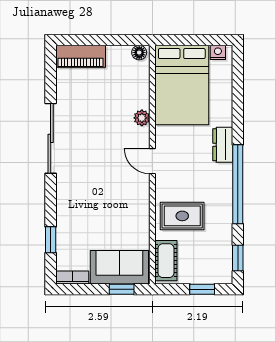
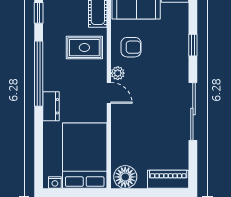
floor lamp: (139, 53) -> (125, 177), width x1.89, depth x1.89
plant: (142, 118) -> (118, 73), moved
armchair: (126, 216) -> (131, 47), added
window: (51, 240) -> (193, 45), moved

